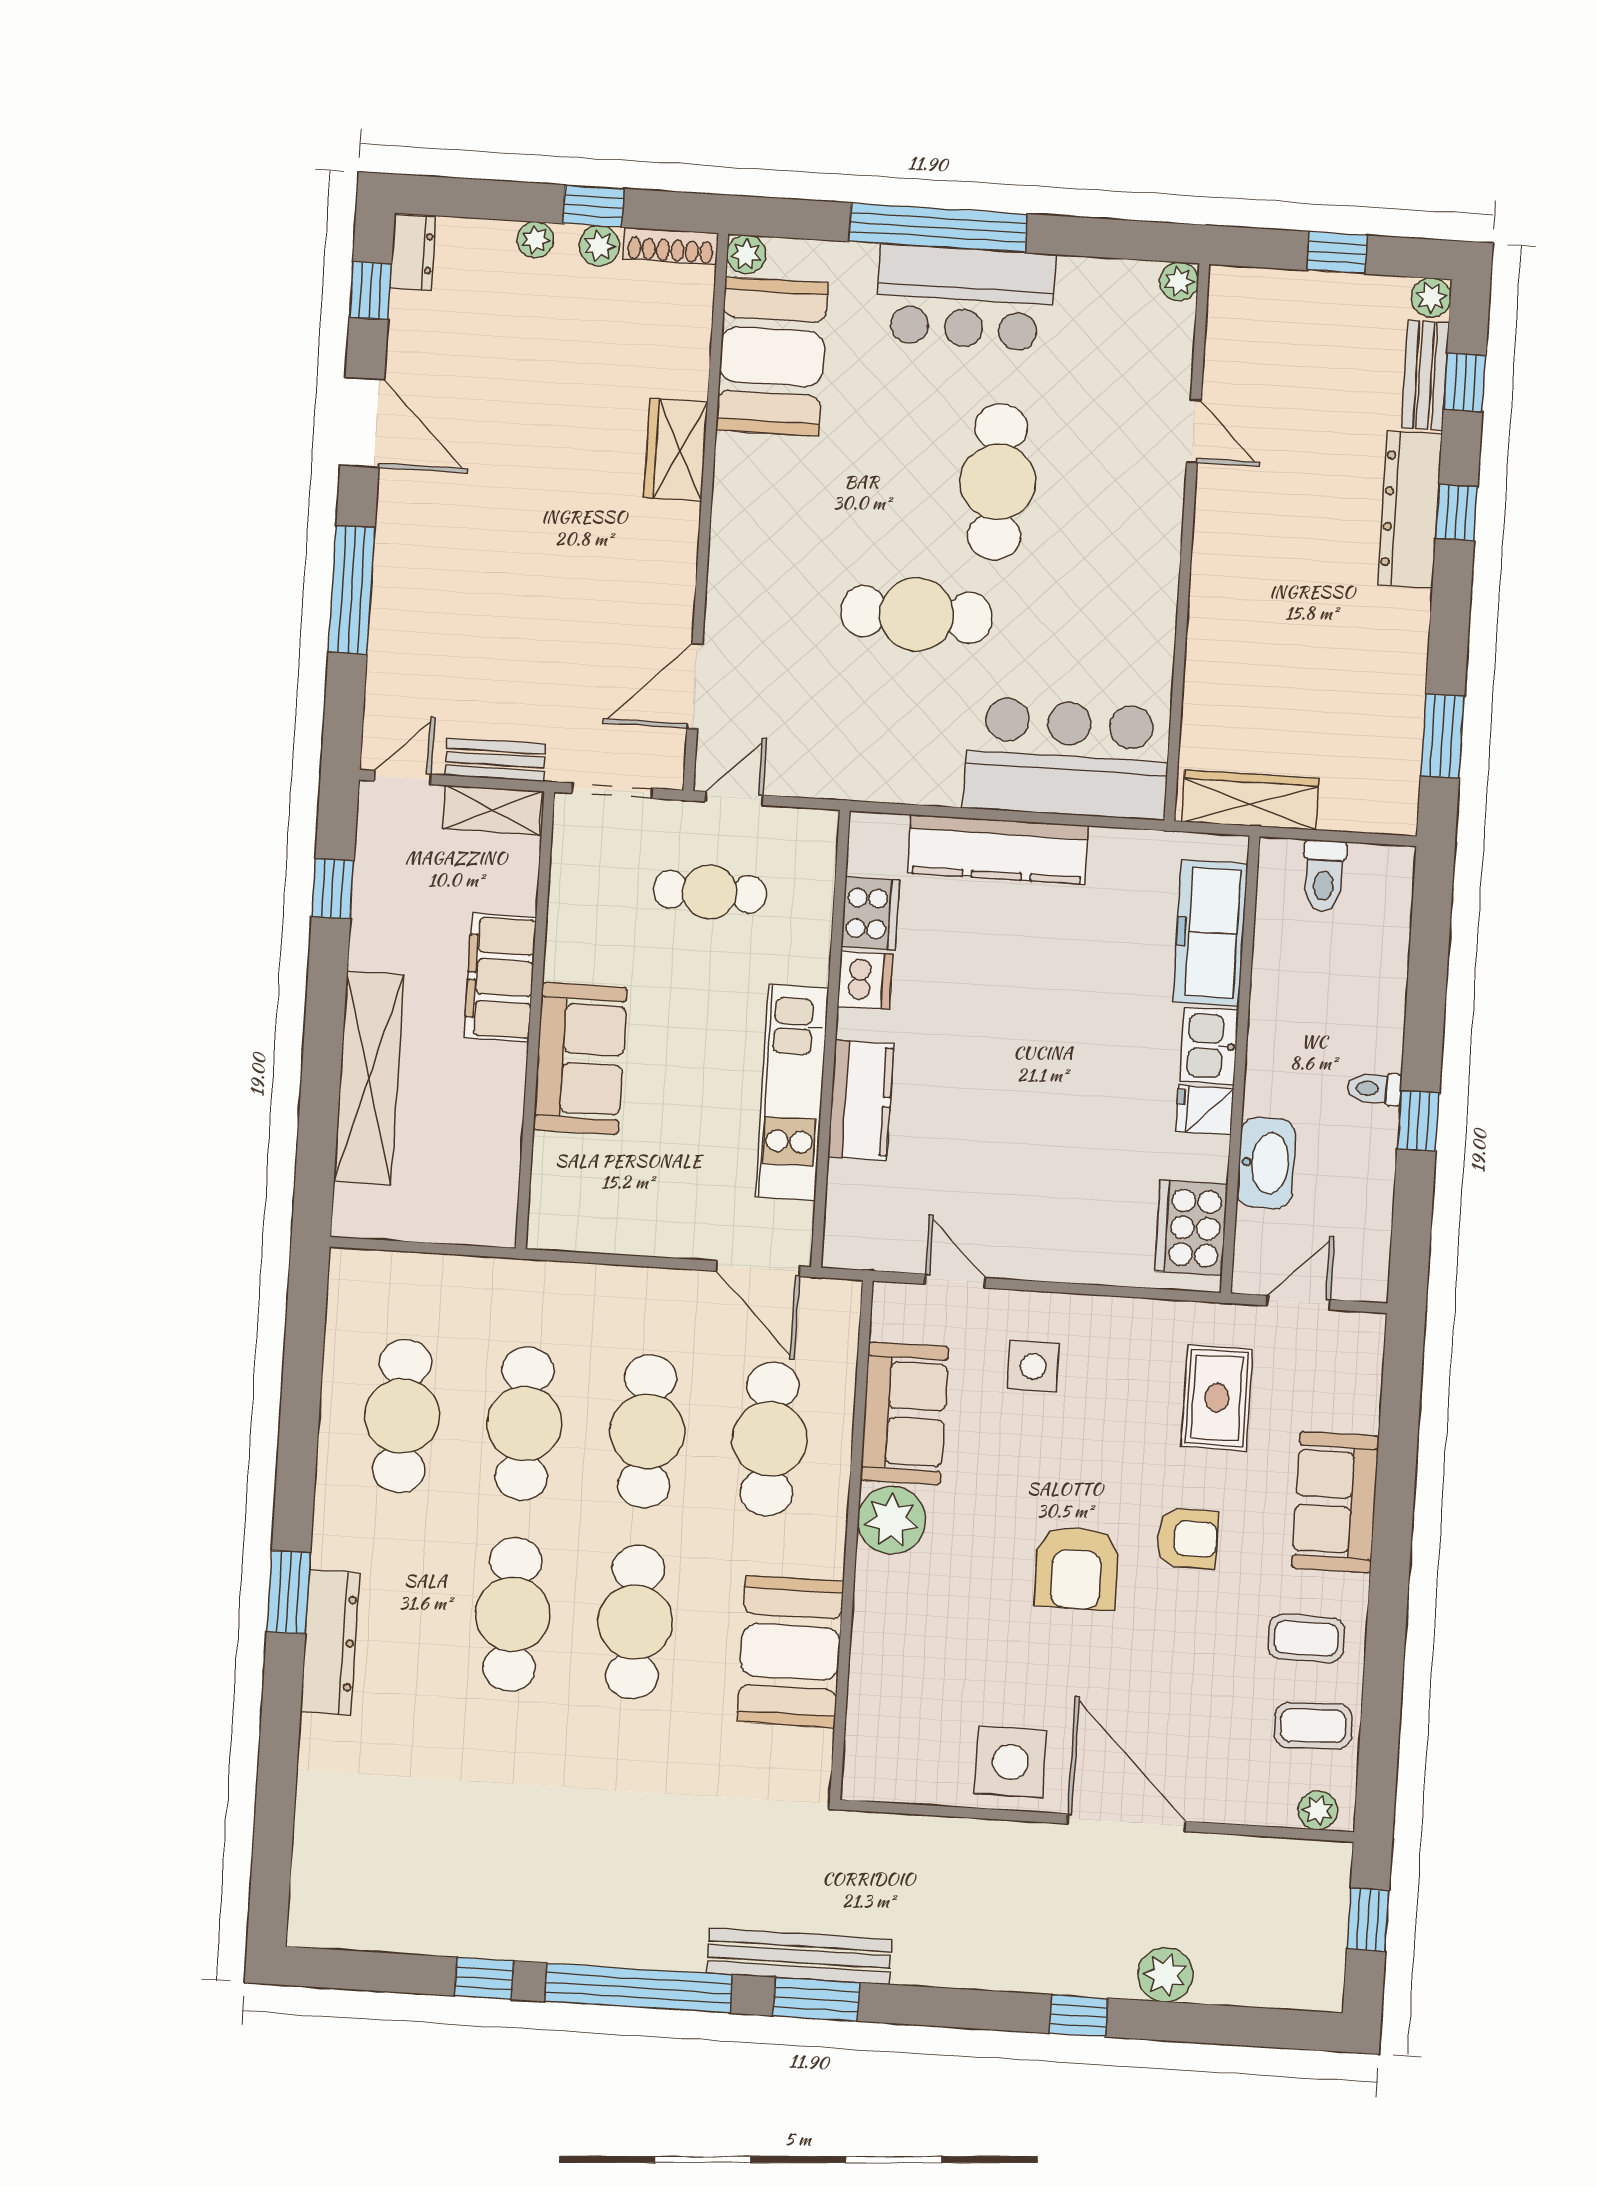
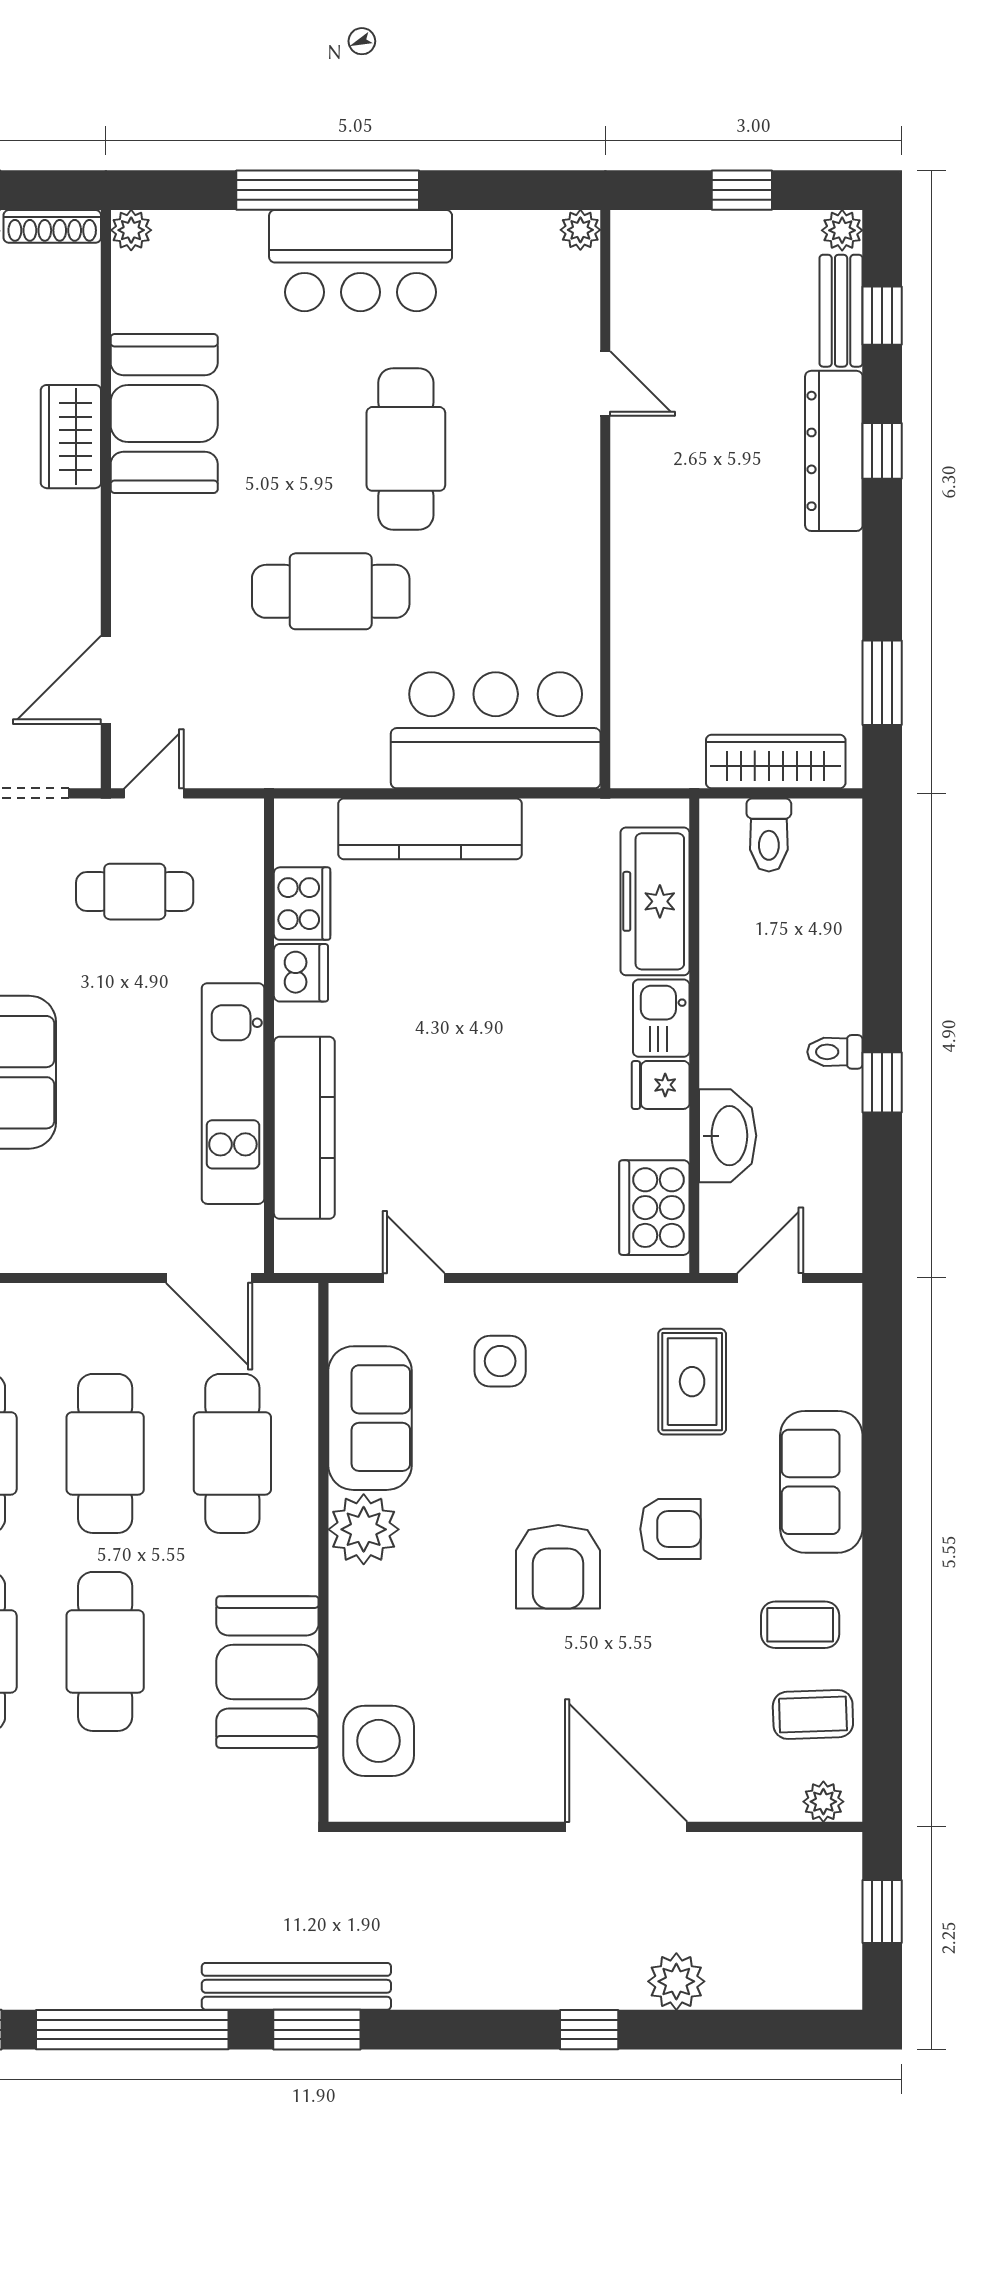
booth: (772, 356) -> (164, 413), moved
wardrobe: (1250, 800) -> (776, 761), moved
kitchen counter: (861, 1100) -> (304, 1128), width x1.50
side table: (1010, 1762) -> (379, 1741), moved

